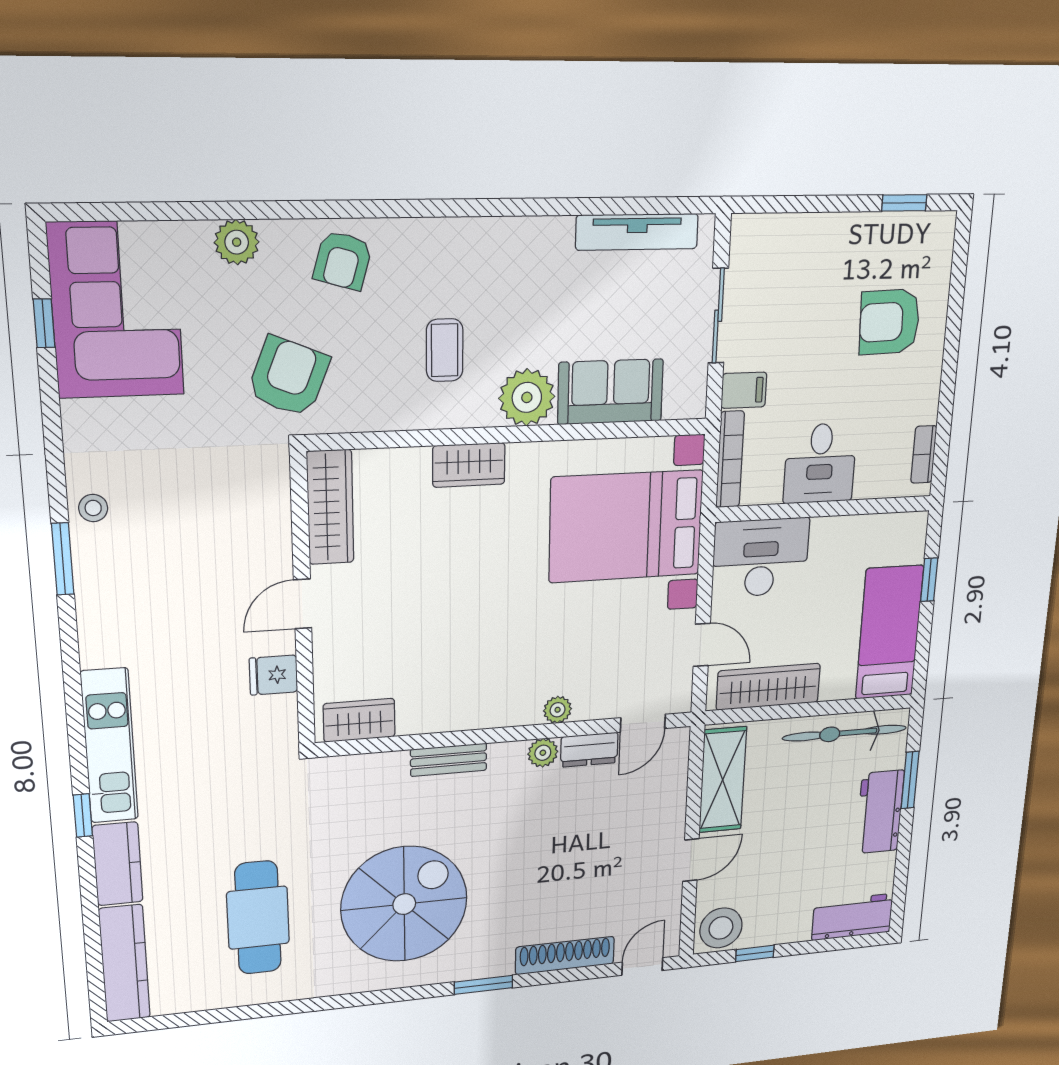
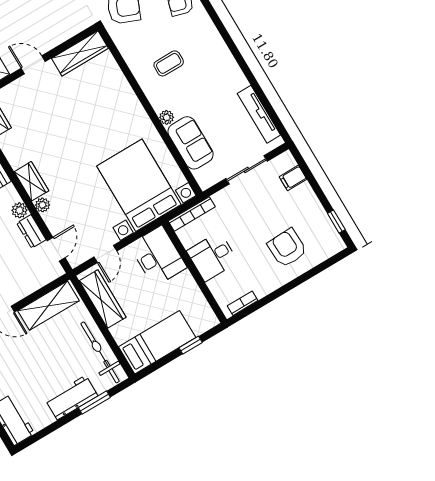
filing cabinet: (744, 390) -> (293, 178), moved, turned 90
plant: (527, 397) -> (167, 117), width x0.53, depth x0.53
wardrobe: (469, 465) -> (31, 181), moved, turned 180
door: (643, 723) -> (56, 249), swing flipped

